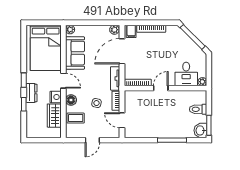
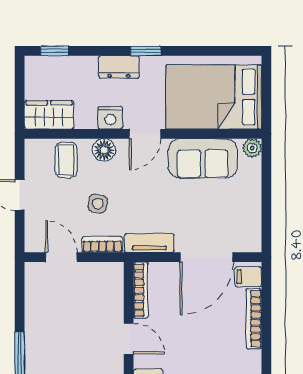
plant: (114, 30) -> (252, 241), removed
door: (122, 51) -> (206, 257), swing flipped
window: (24, 104) -> (55, 51), moved
wardrobe: (54, 116) -> (49, 115), moved
door: (122, 120) -> (61, 257), hinge flipped

